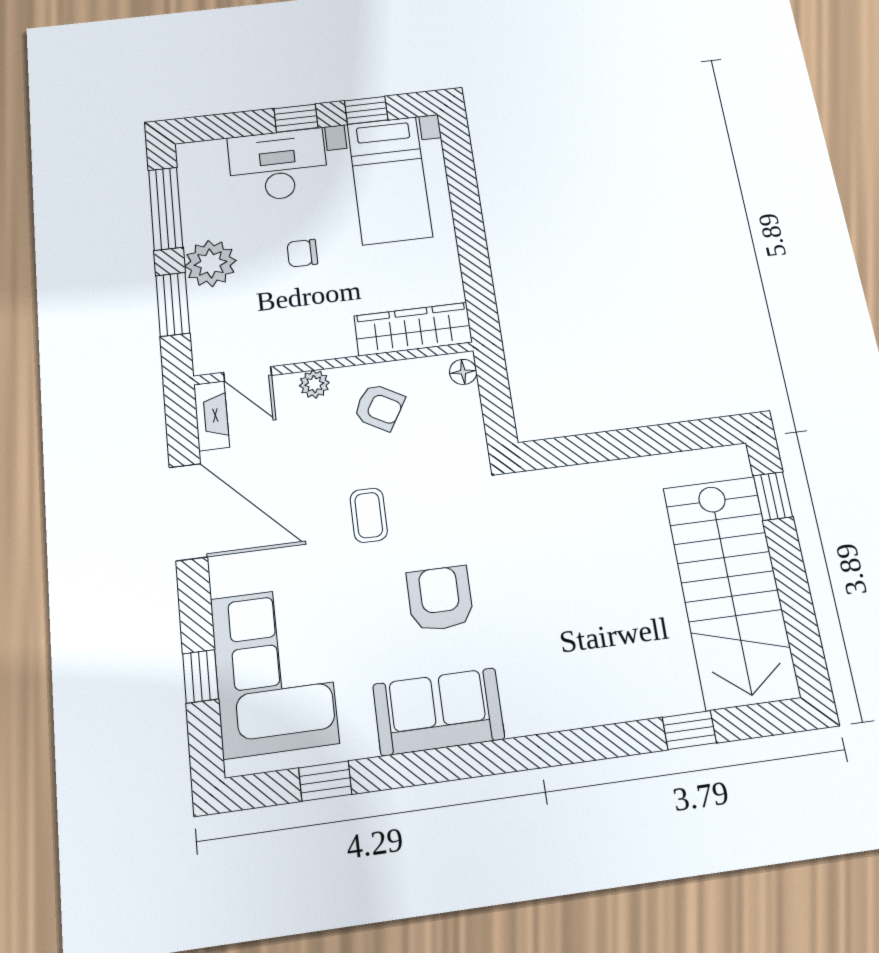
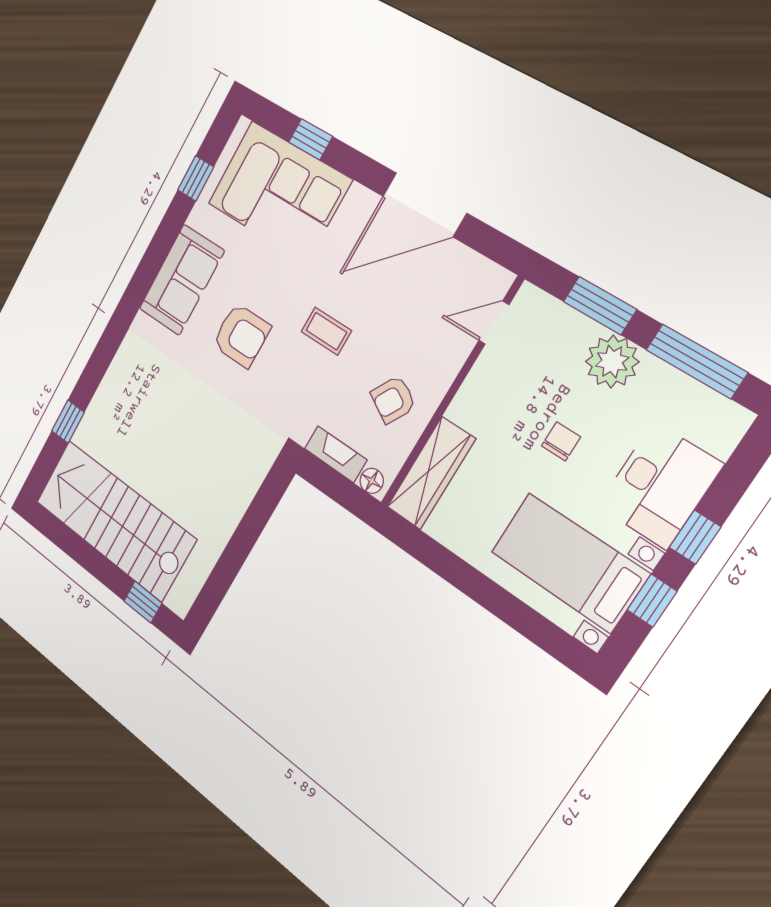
plant: (314, 384) -> (447, 366), removed
fireplace: (212, 416) -> (336, 454), moved, turned 180

